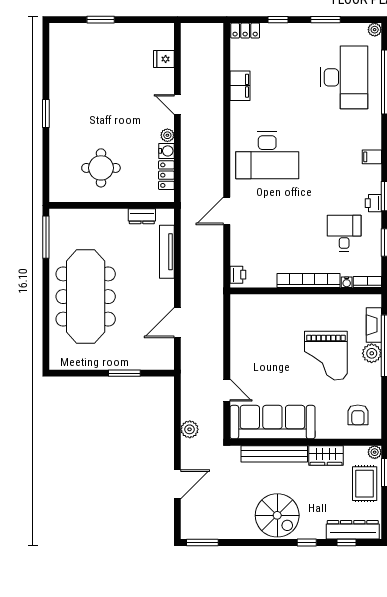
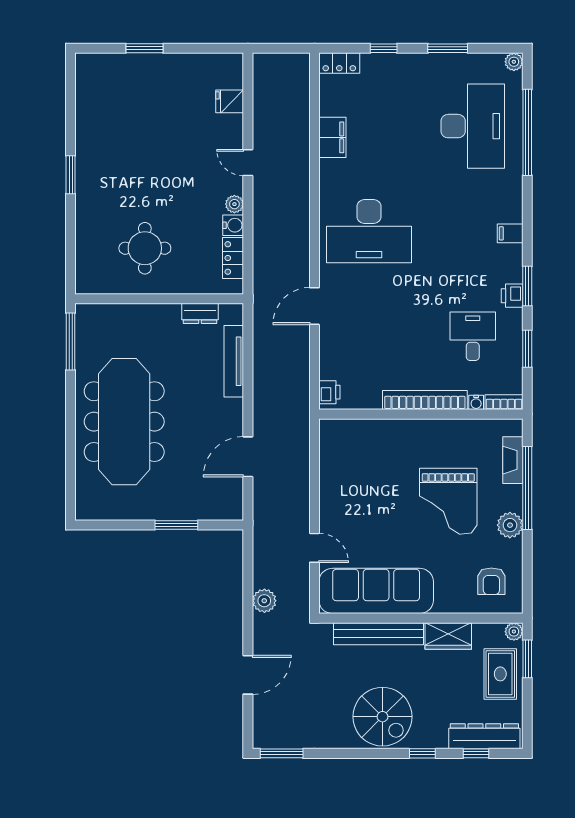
plant: (372, 353) -> (510, 525), moved

